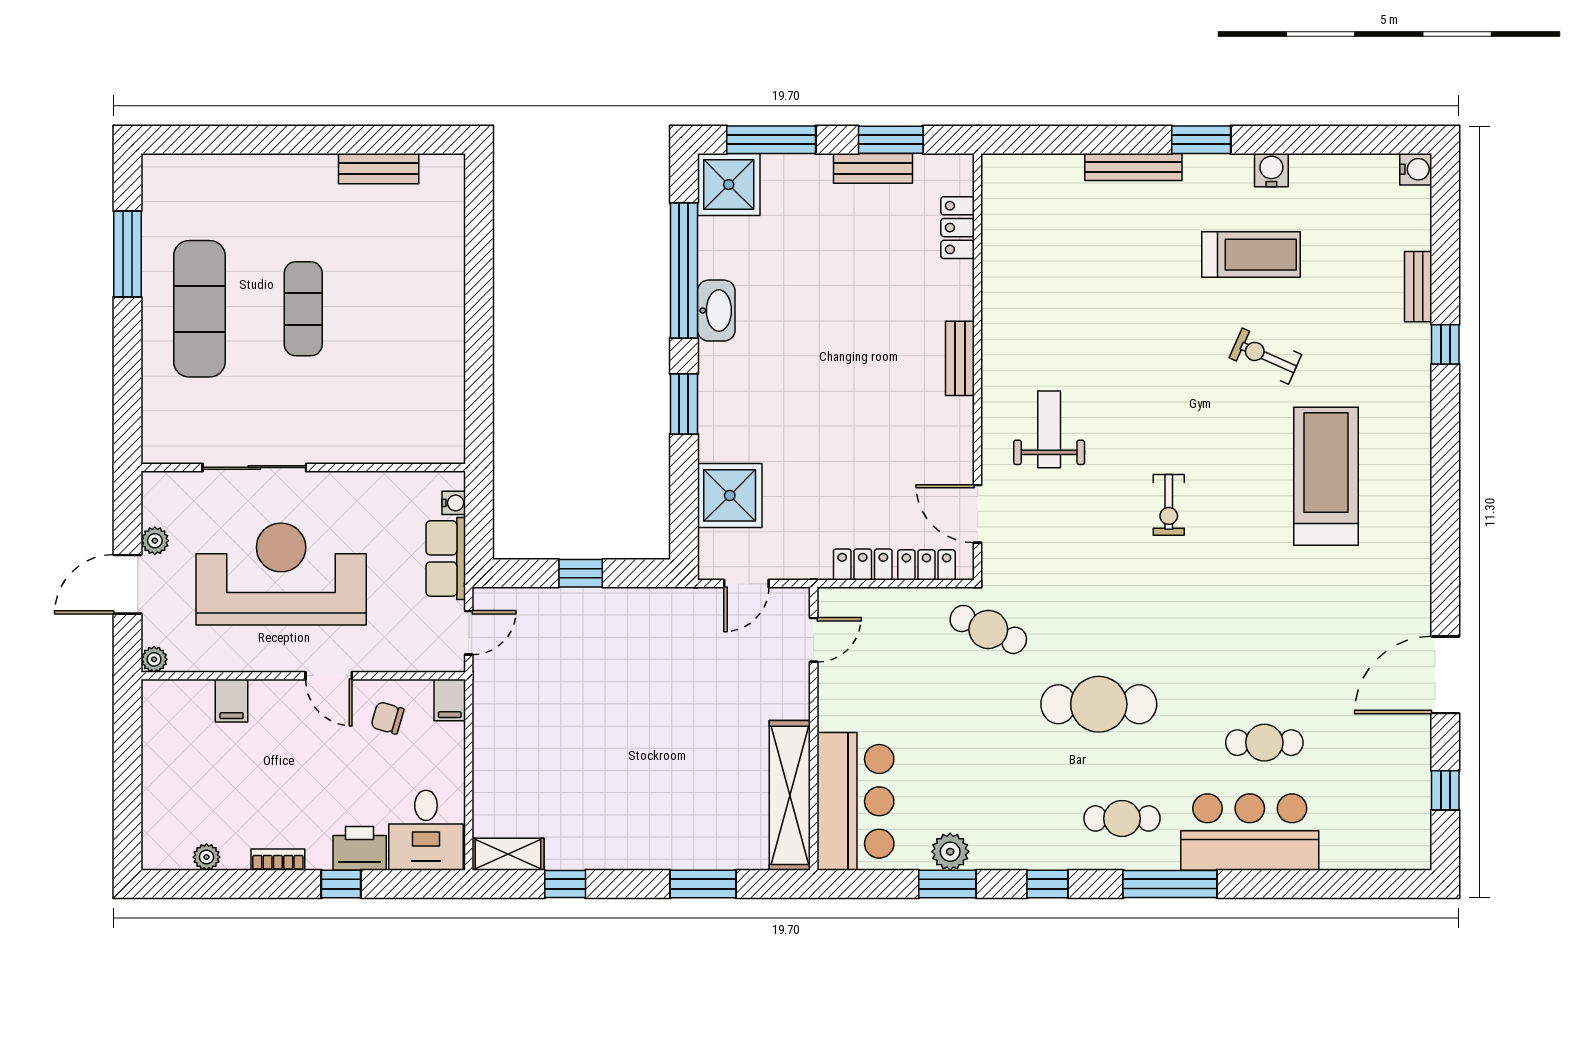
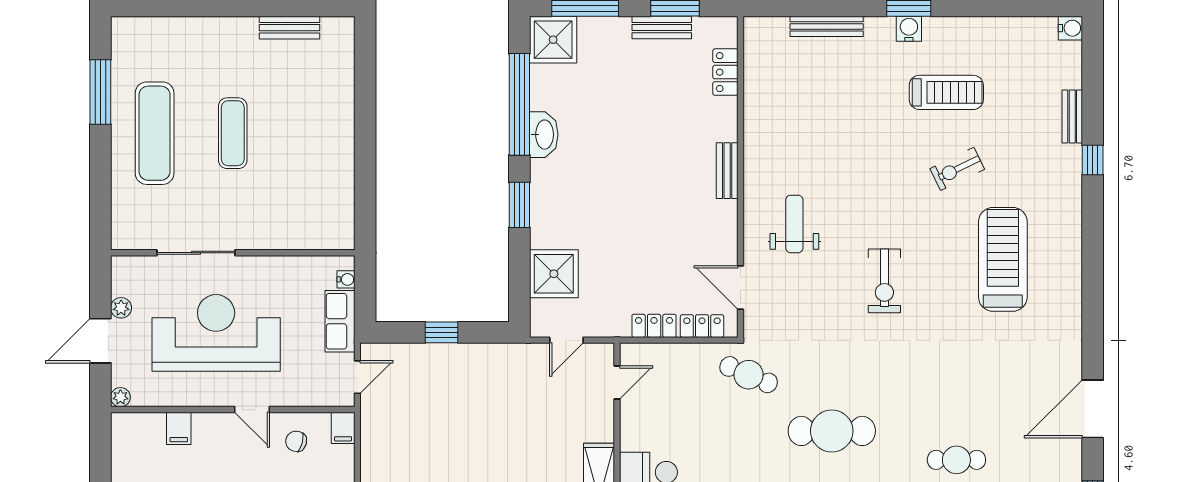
bench: (1133, 167) -> (827, 26), moved
water cooler: (1271, 170) -> (909, 29), moved
exercise bike: (1265, 356) -> (957, 169), turned -50
exercise bike: (1169, 505) -> (884, 281), width x1.38, depth x1.39

